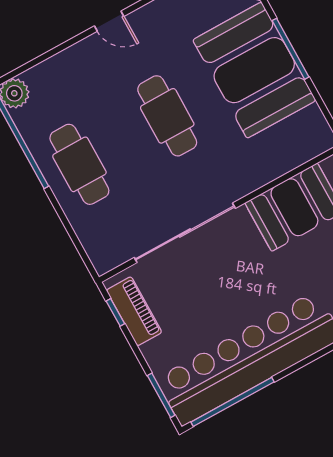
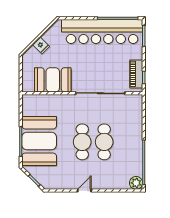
door: (109, 21) -> (84, 191), hinge flipped
cafe table: (79, 164) -> (104, 142), moved

